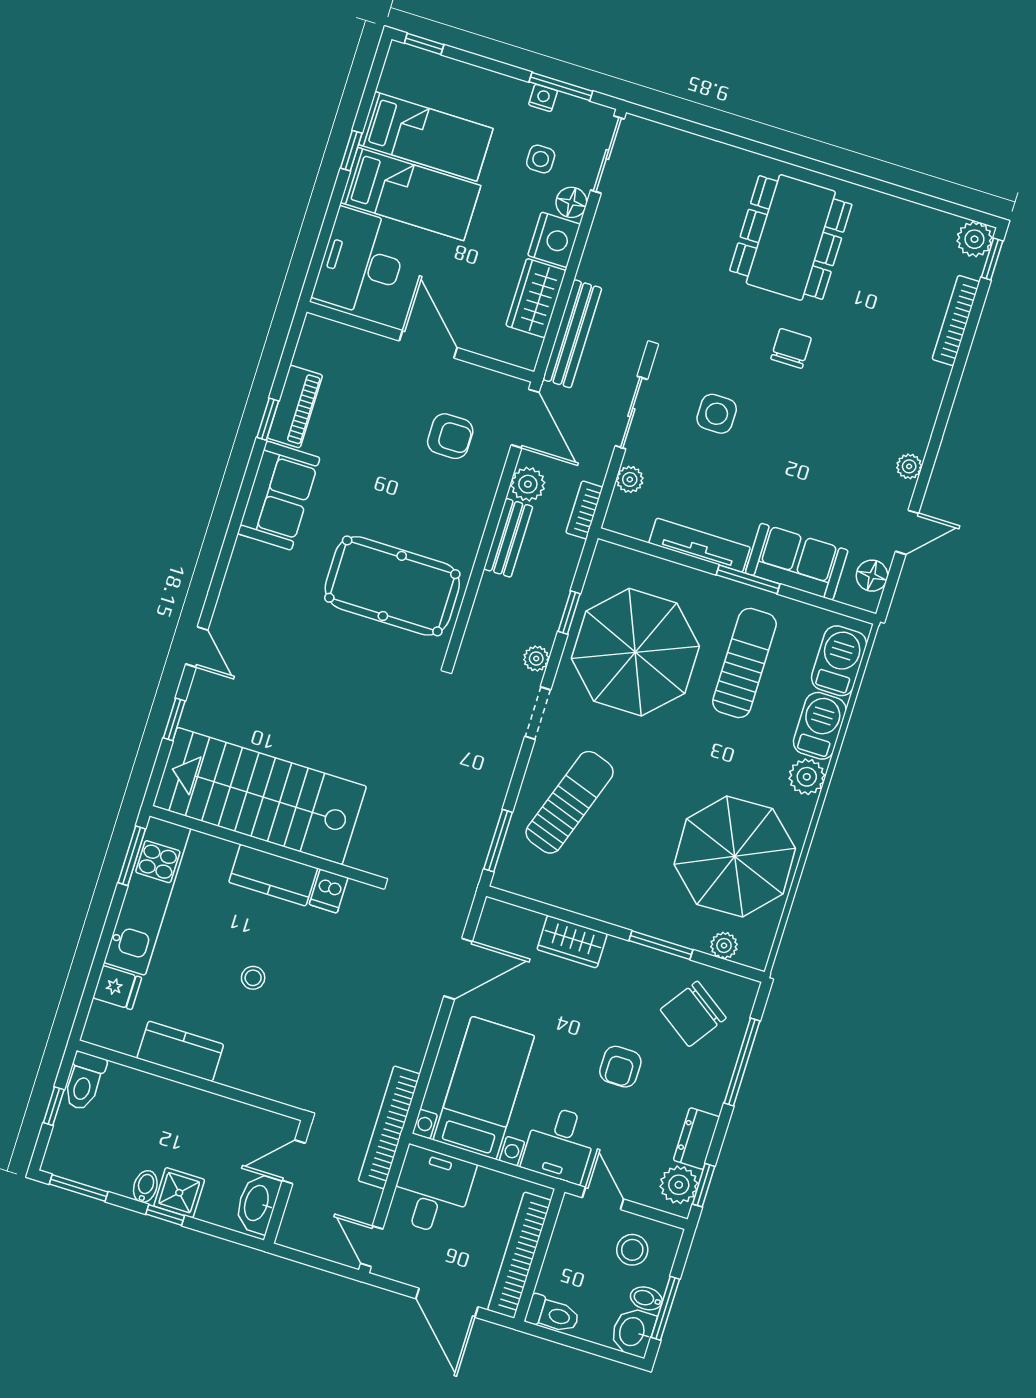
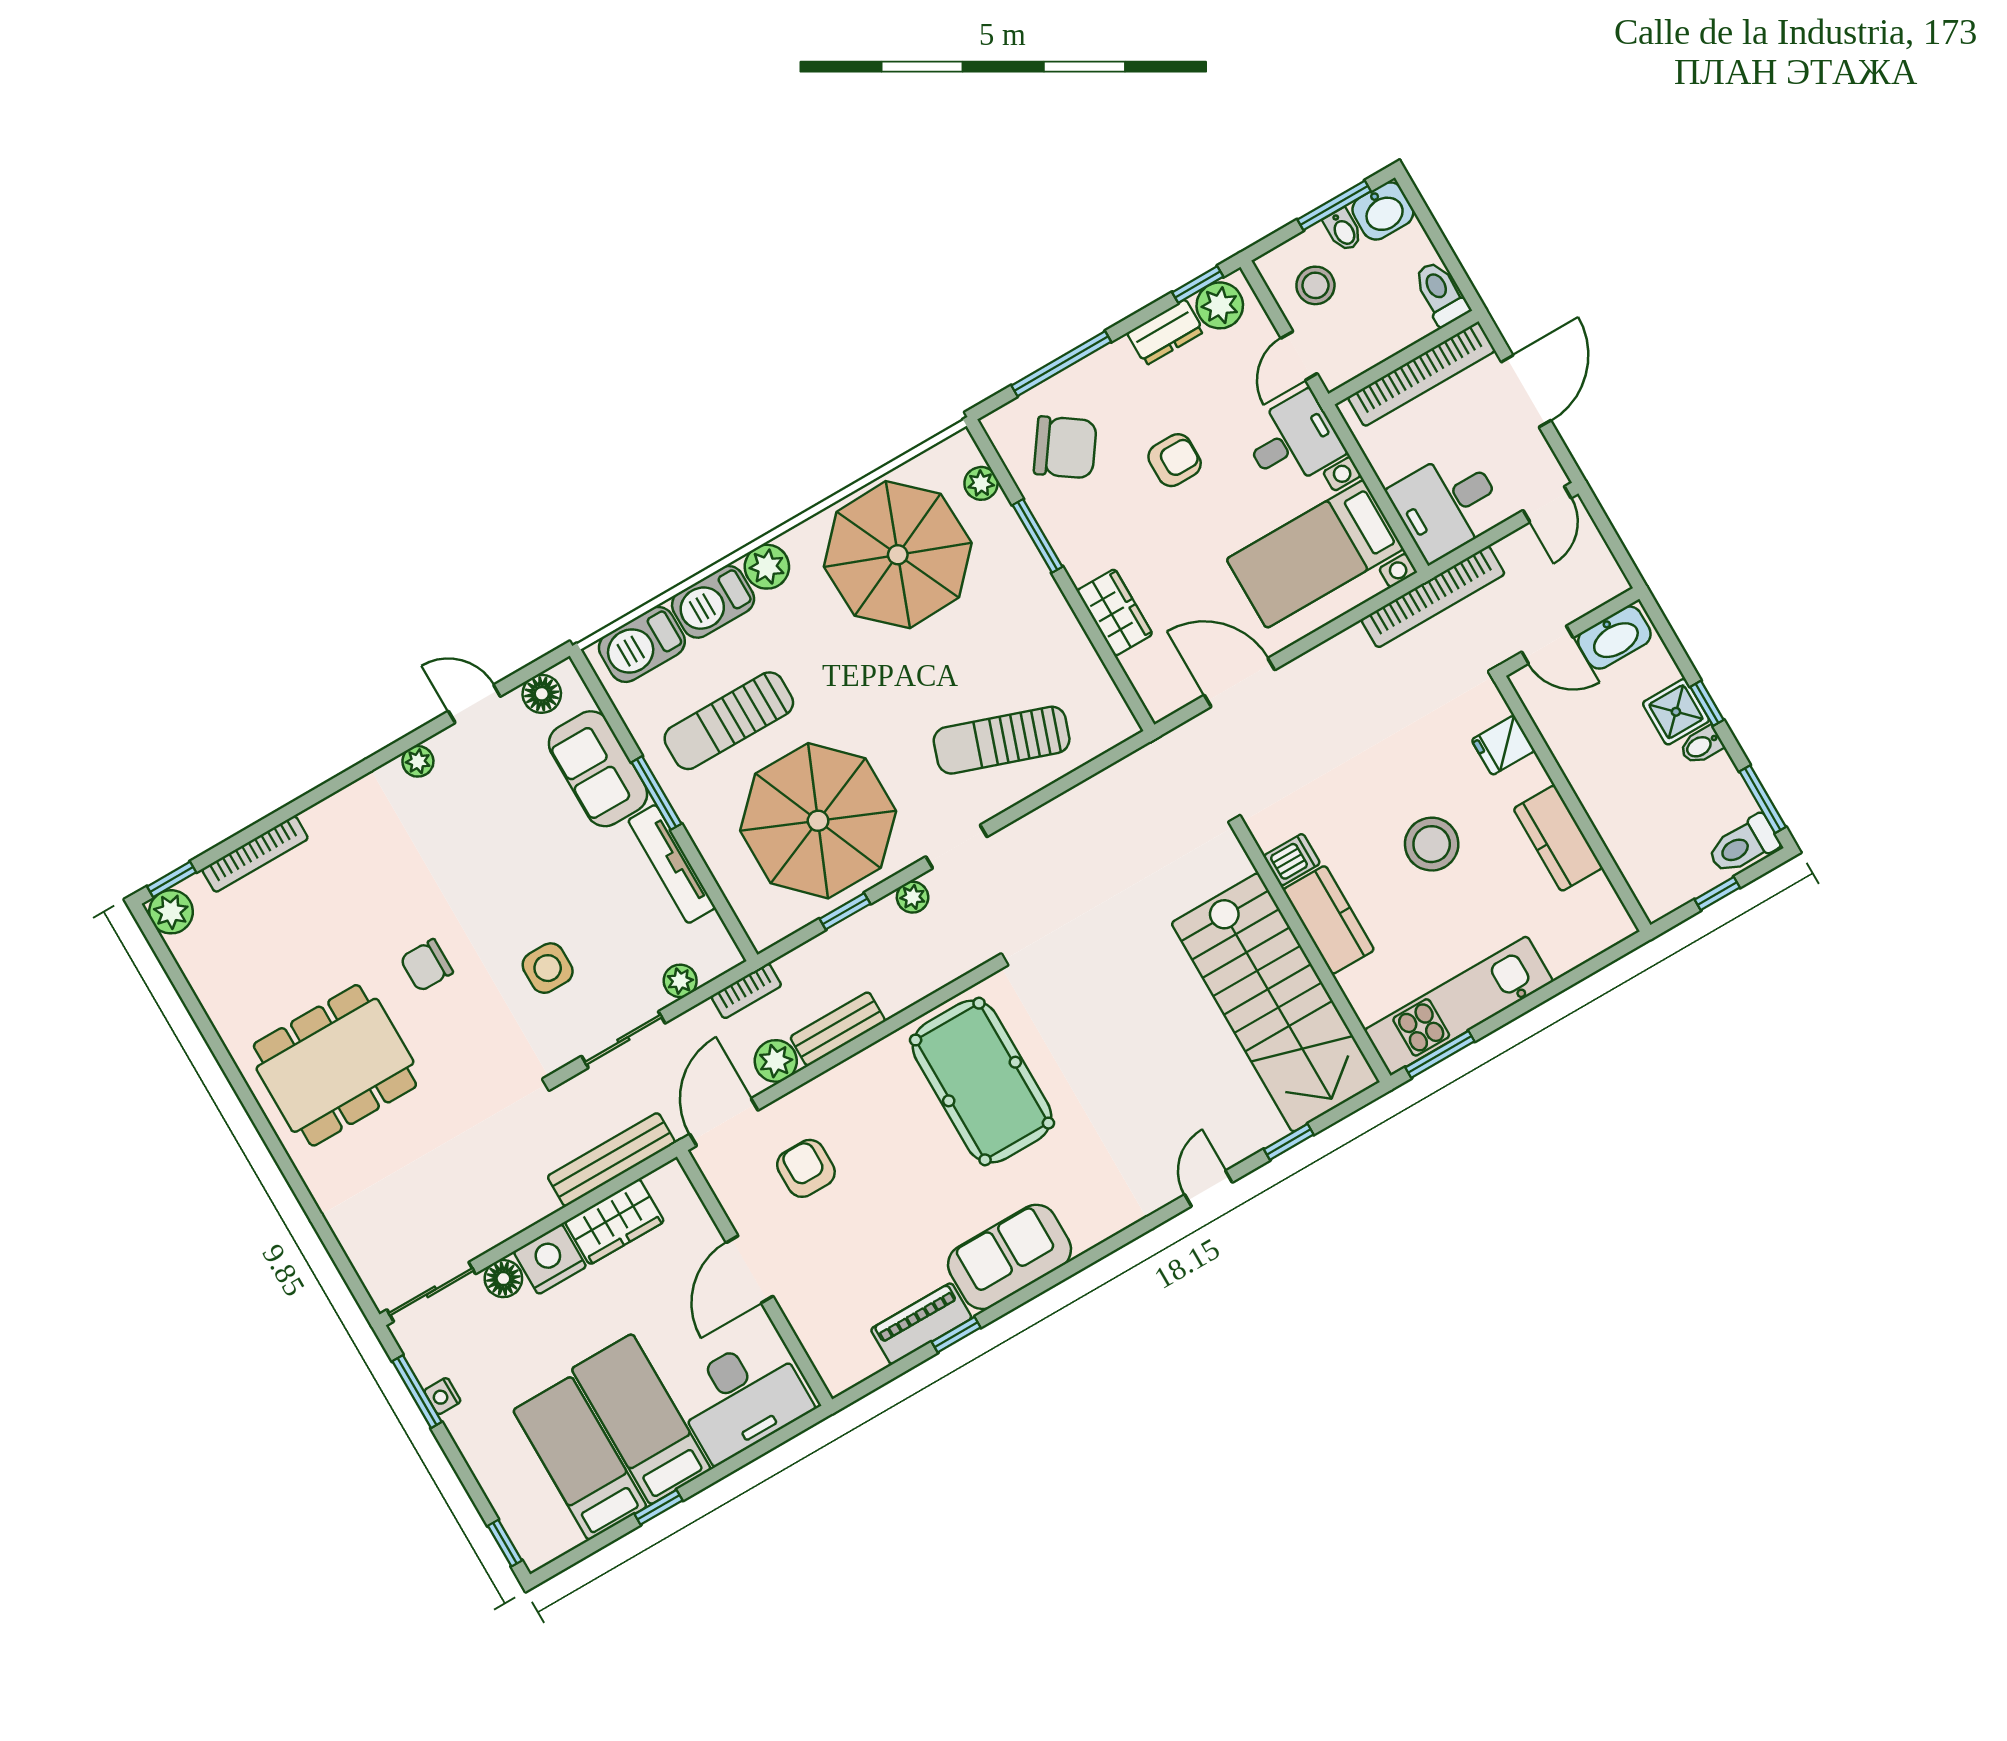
side table: (541, 159) -> (495, 1343), removed
window: (498, 841) -> (1098, 765), removed
stool: (253, 978) -> (1432, 844), width x1.89, depth x1.89
fridge: (117, 988) -> (1503, 745), moved, turned -90
toilet: (84, 1081) -> (1743, 845), moved, turned 180

